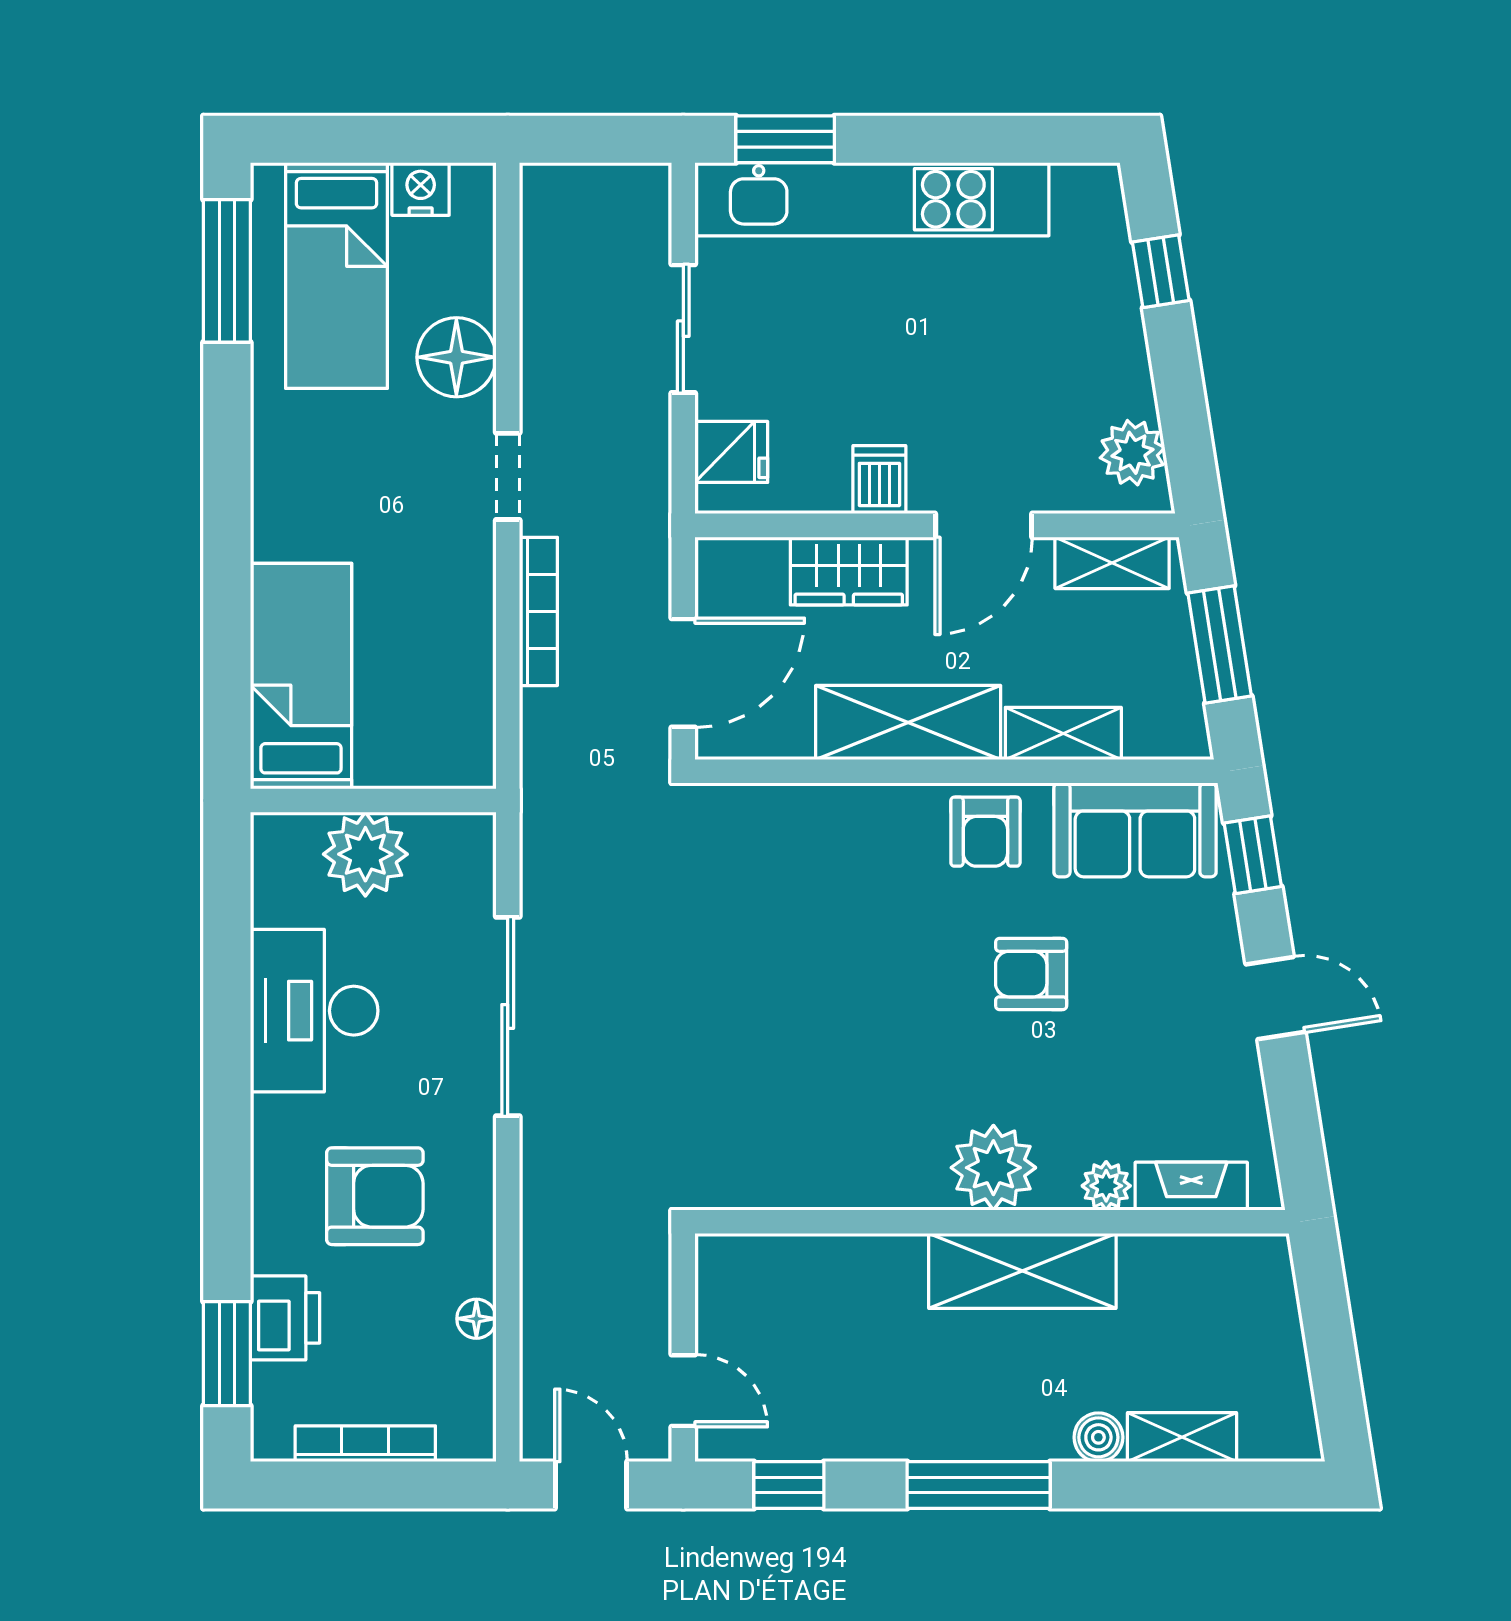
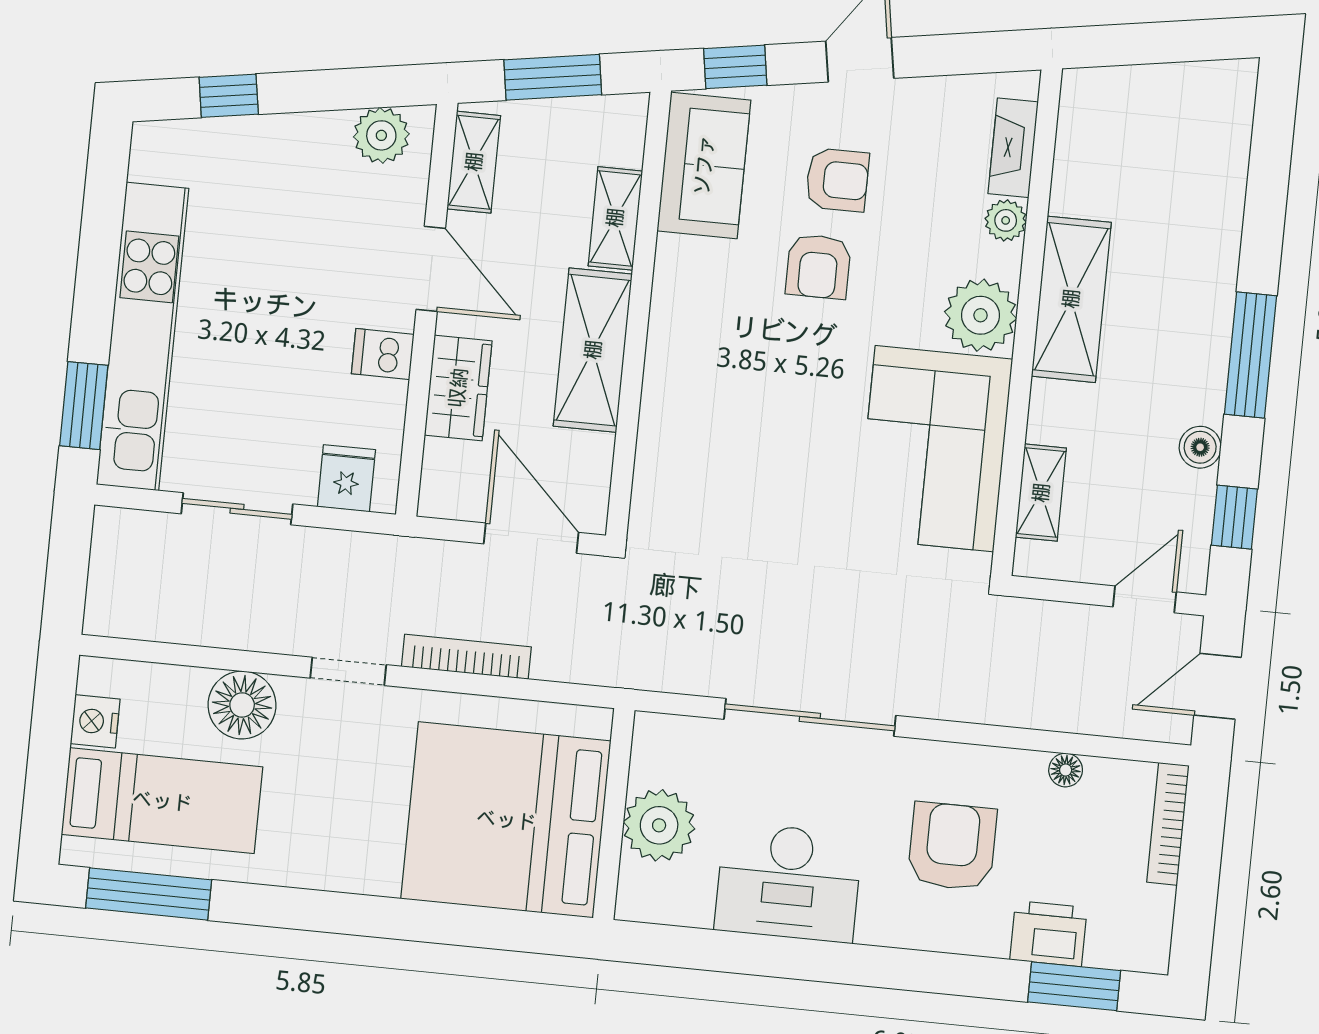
bed: (301, 676) -> (506, 820), width x2.04
armchair: (985, 832) -> (837, 180), moved
corner sofa: (834, 1130) -> (934, 449), added
boiler: (1098, 1437) -> (1200, 447), moved
shelving: (1182, 1437) -> (1041, 493), moved
bookcase: (365, 1444) -> (1168, 824), moved

